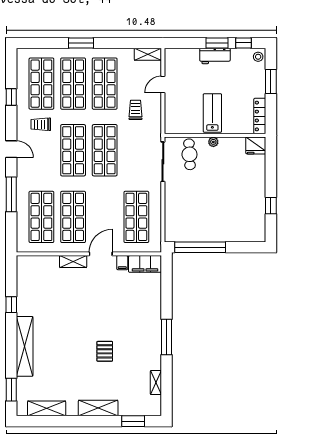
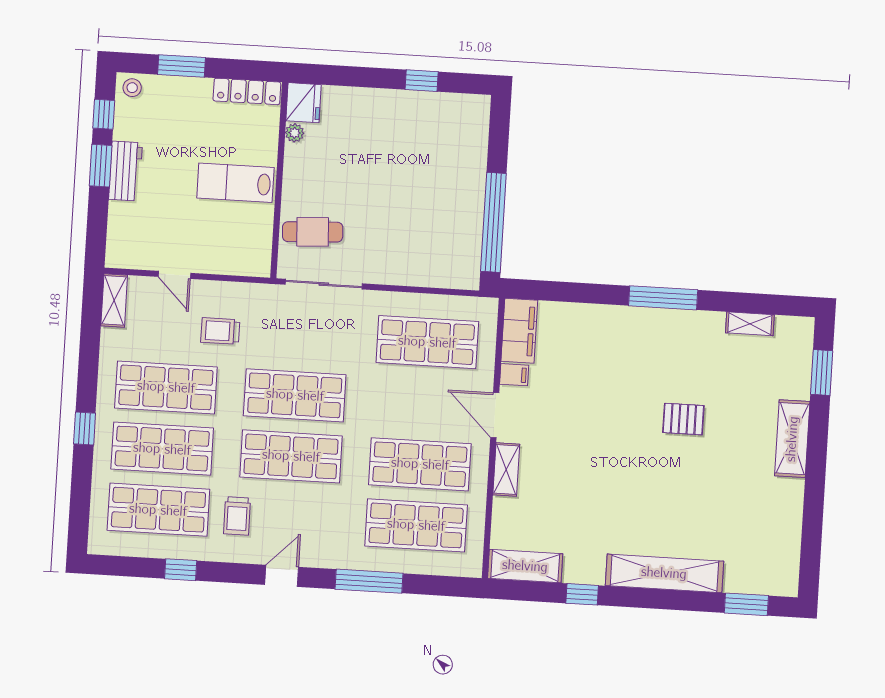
window: (81, 43) -> (85, 429), width x0.67
plant: (213, 142) -> (295, 133), moved
shelving: (47, 408) -> (525, 566), moved, turned 90

